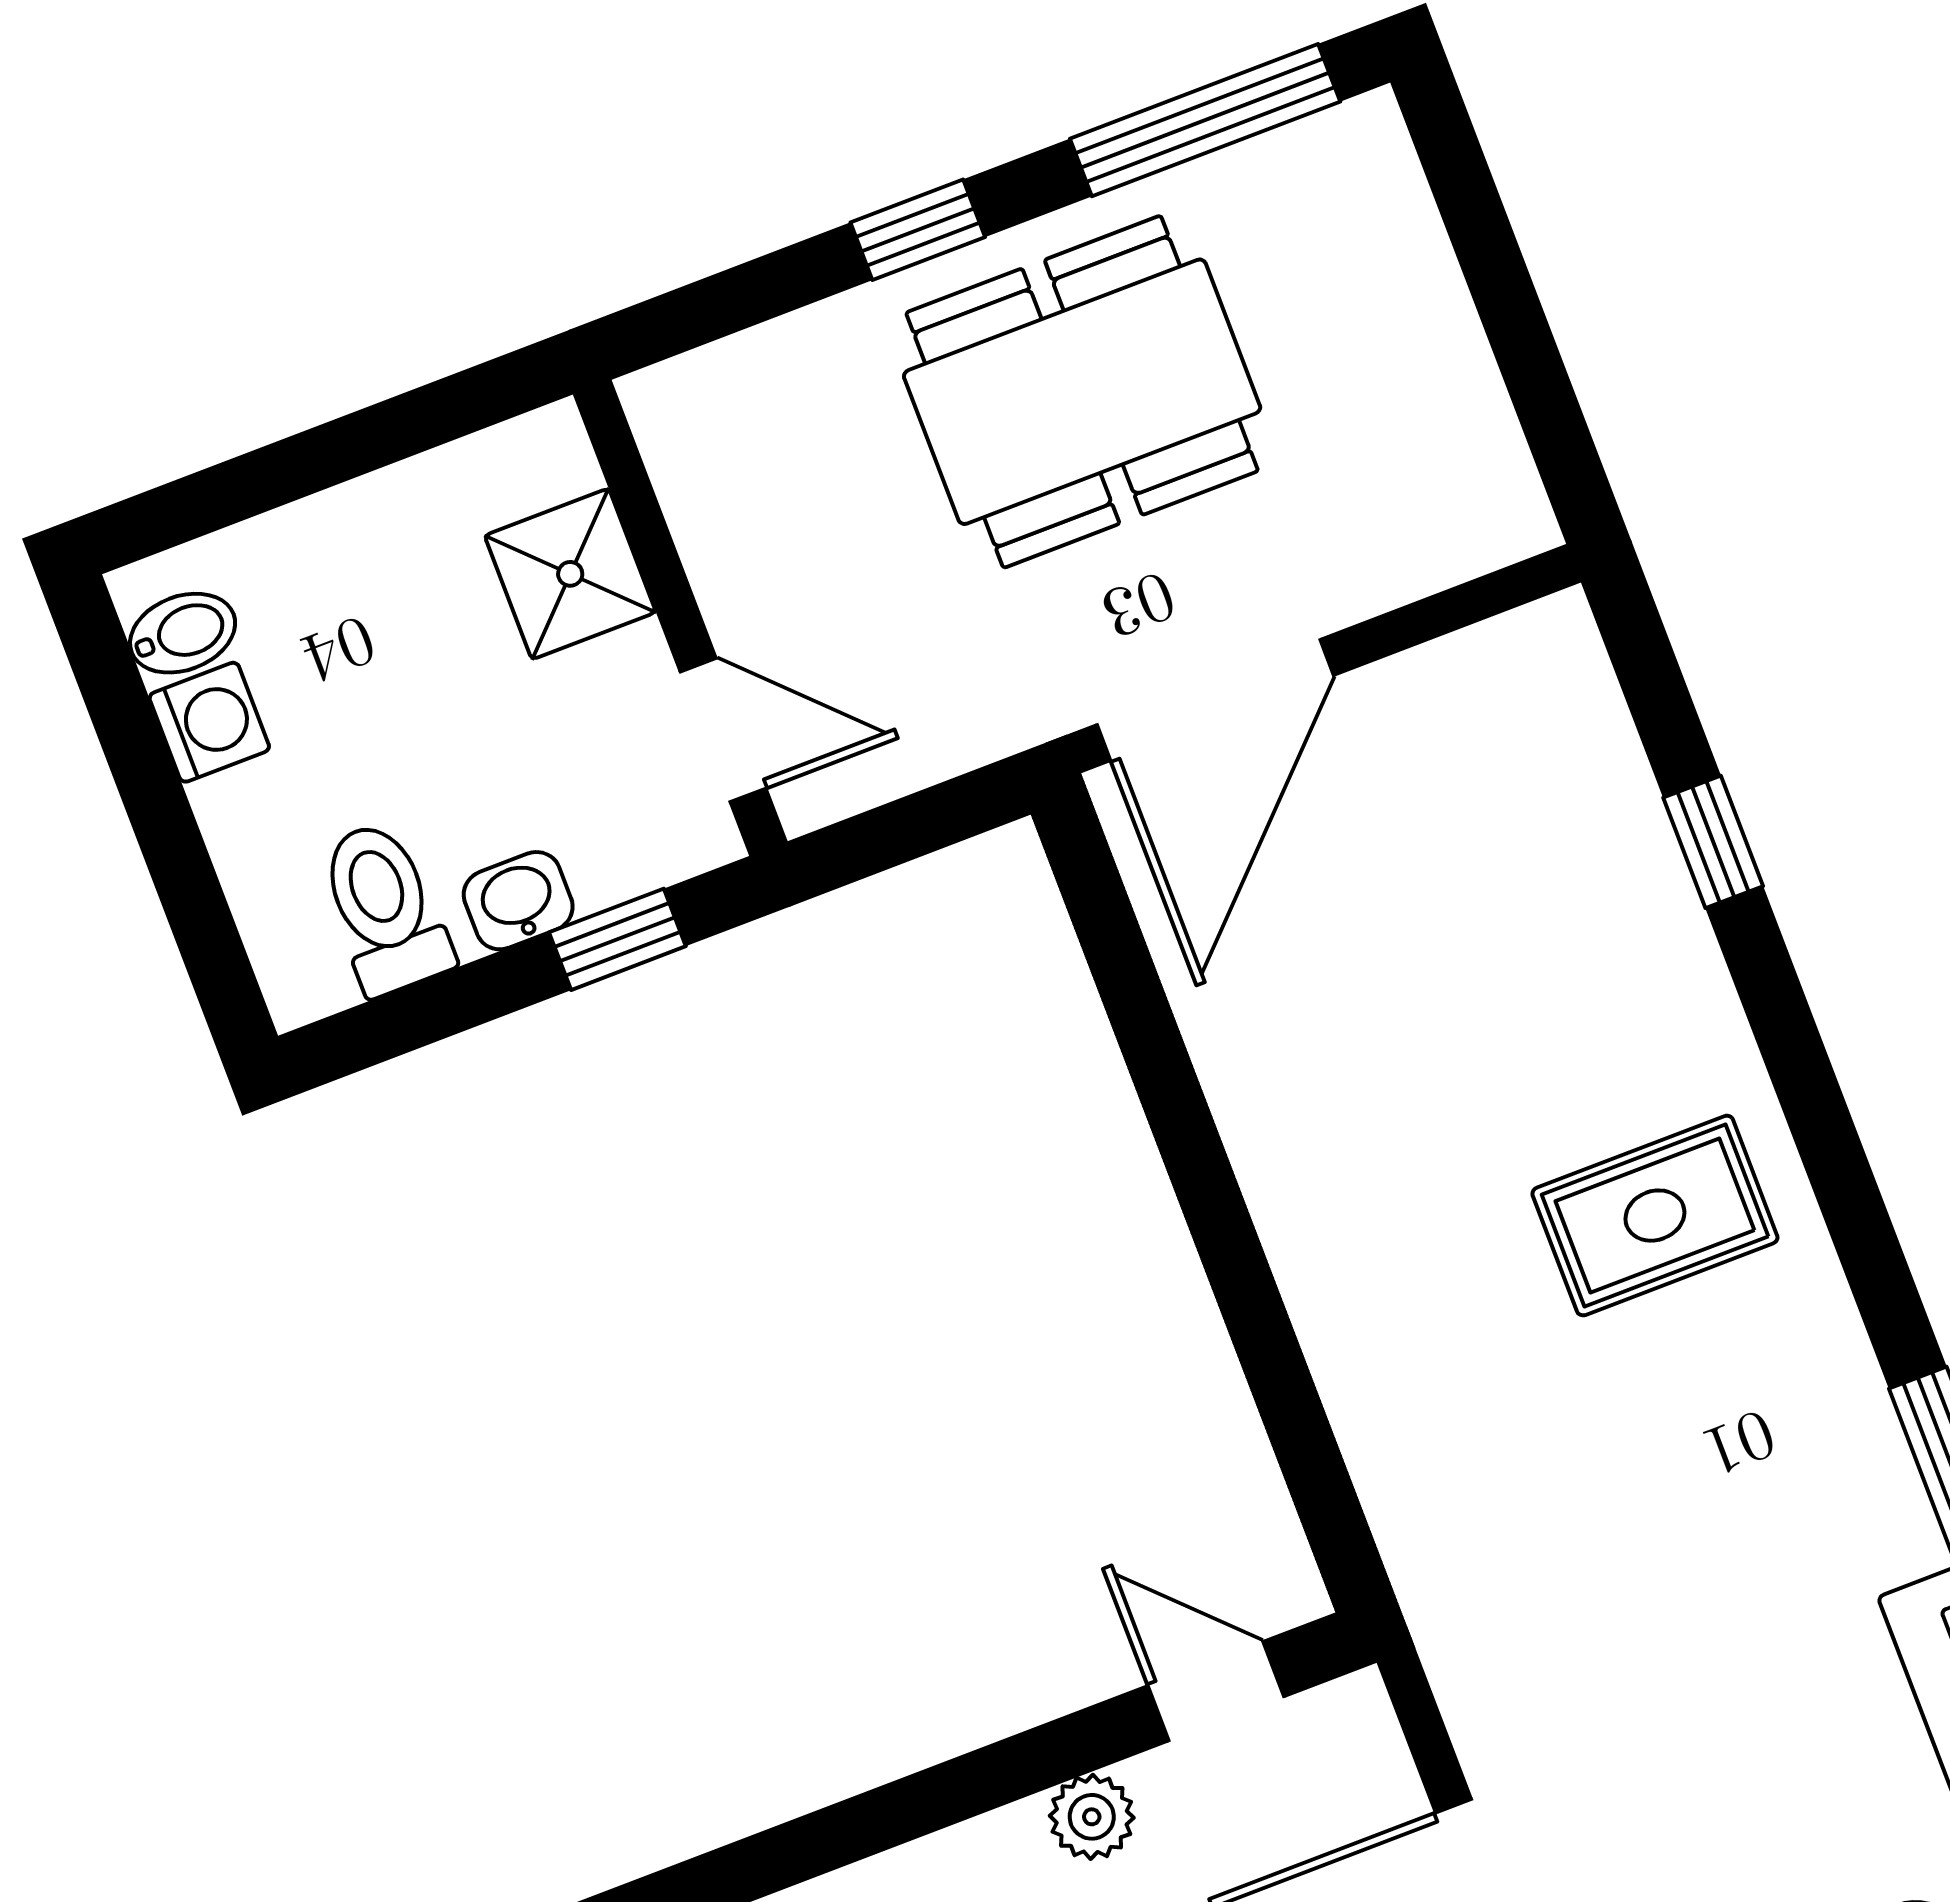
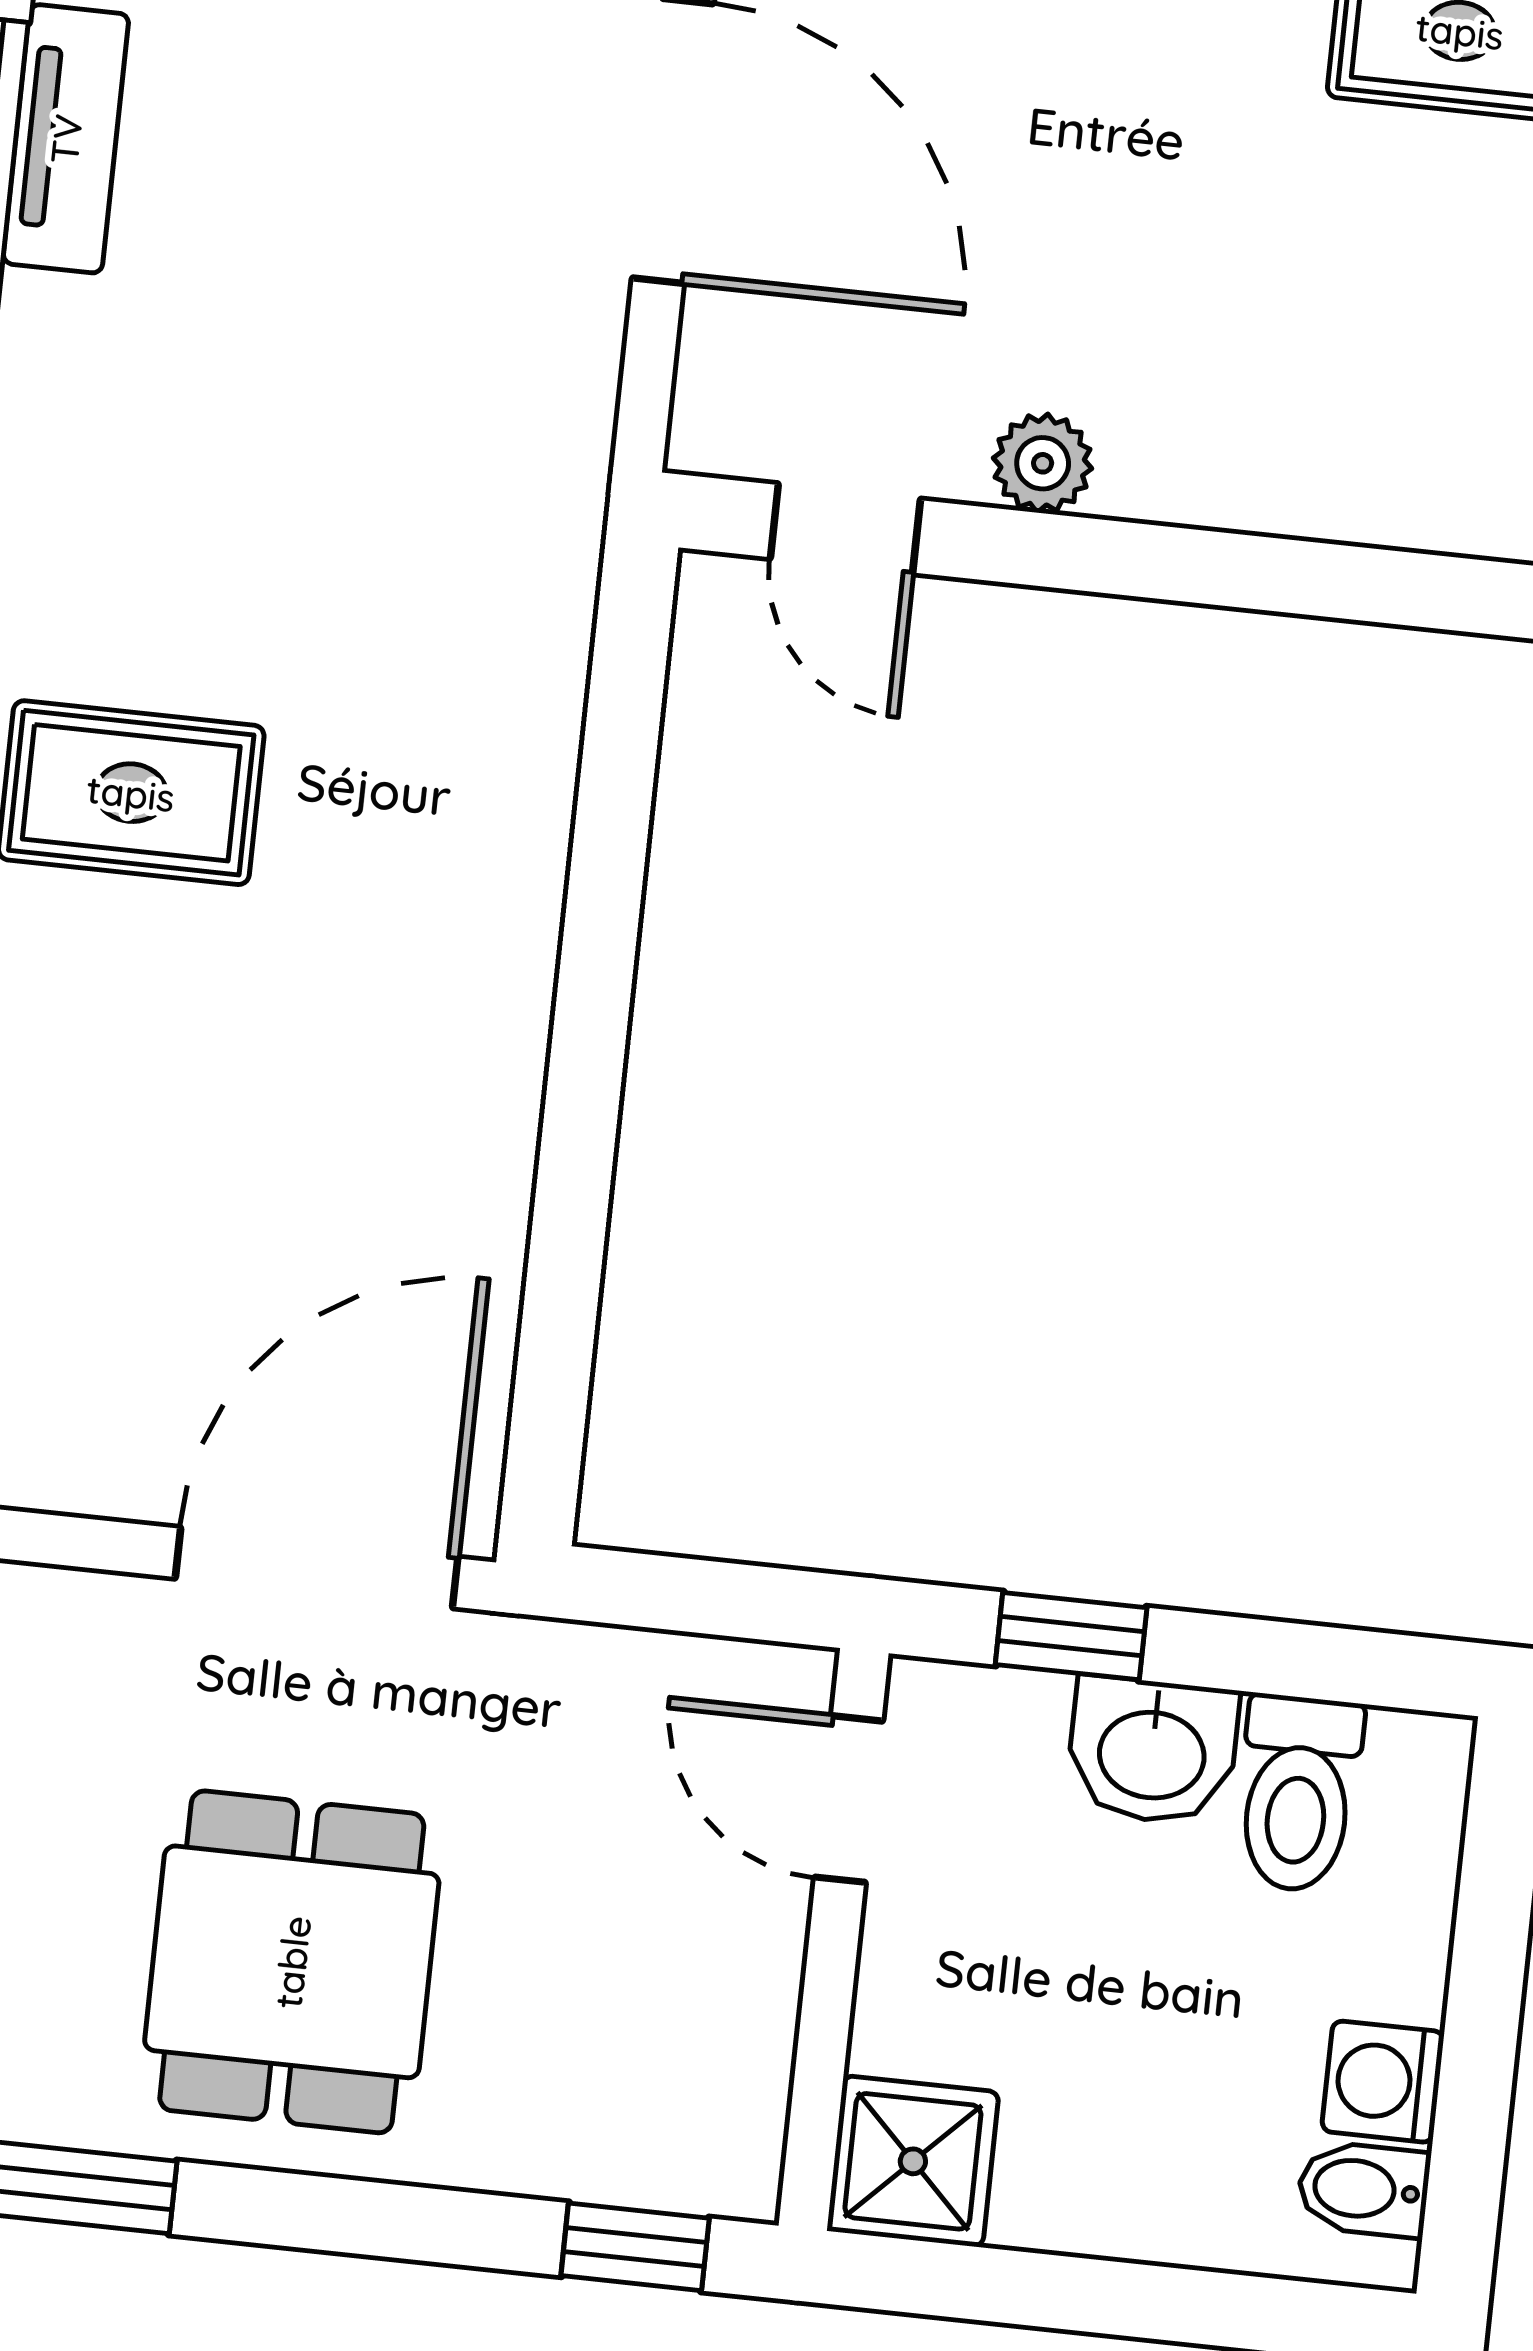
window: (918, 230) -> (635, 2247), moved
dining table: (1082, 392) -> (292, 1962), width x0.73
shower: (570, 574) -> (913, 2161), moved
washbasin: (518, 901) -> (1152, 1751), width x1.38, depth x1.45

